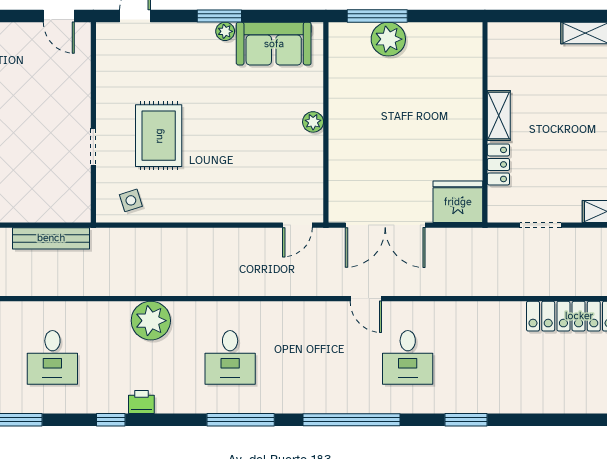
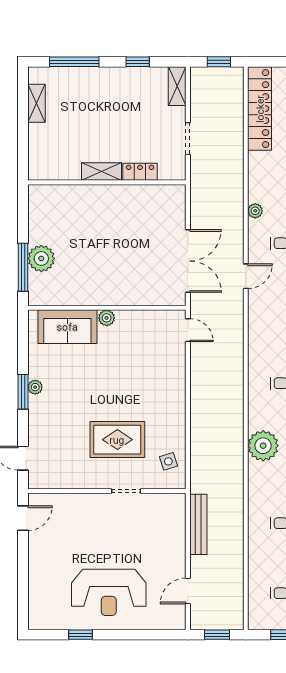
sofa: (274, 44) -> (67, 327), moved, turned 90
fridge: (458, 202) -> (170, 204), removed
plant: (449, 311) -> (255, 211), added

